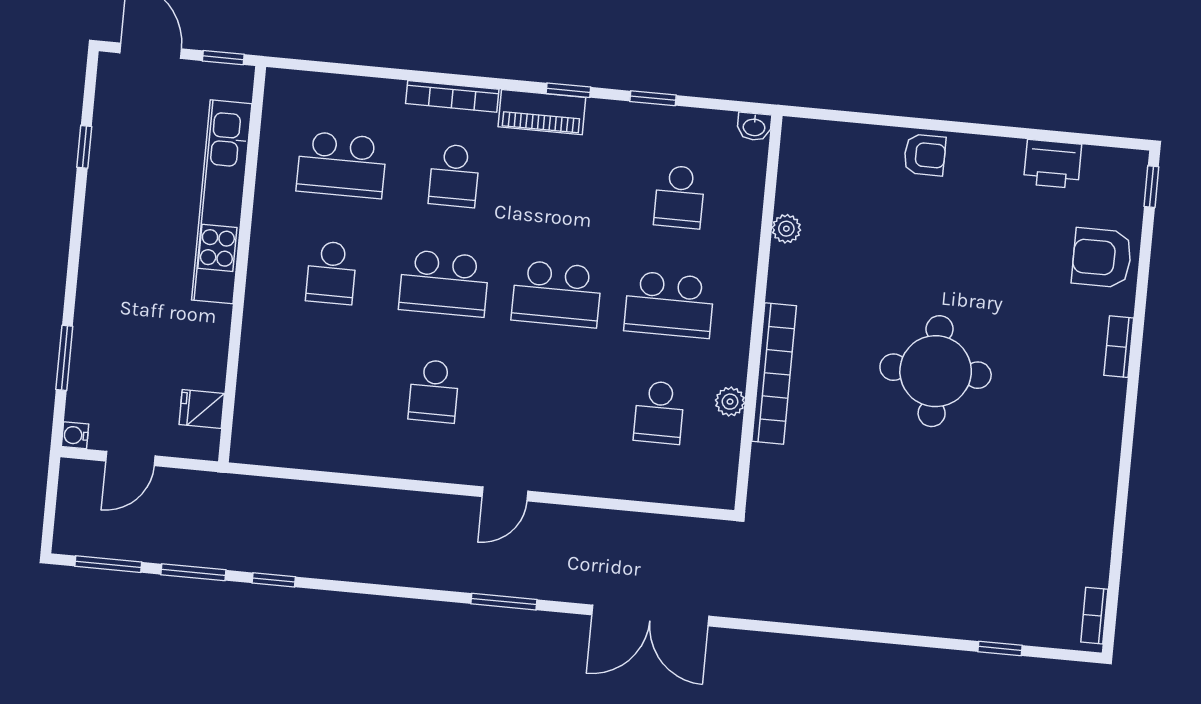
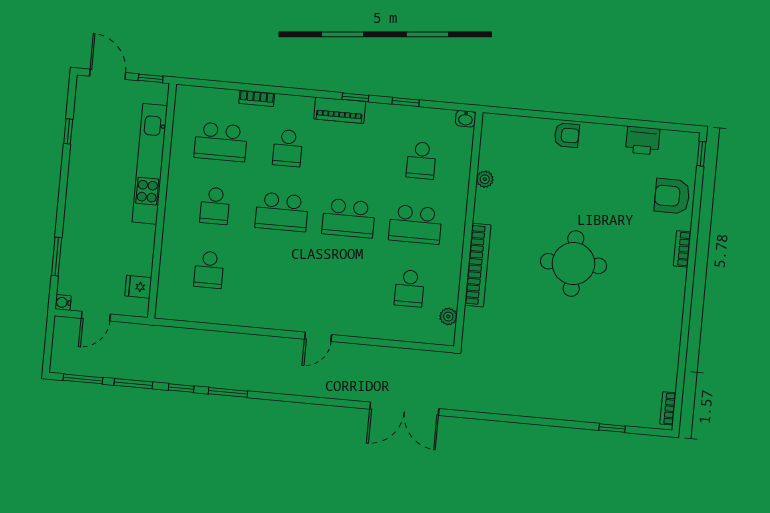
bookcase: (452, 96) -> (257, 98), moved, width x0.64
school desk: (434, 391) -> (209, 270), moved
plant: (730, 402) -> (448, 317), moved
window: (504, 602) -> (228, 392), moved

